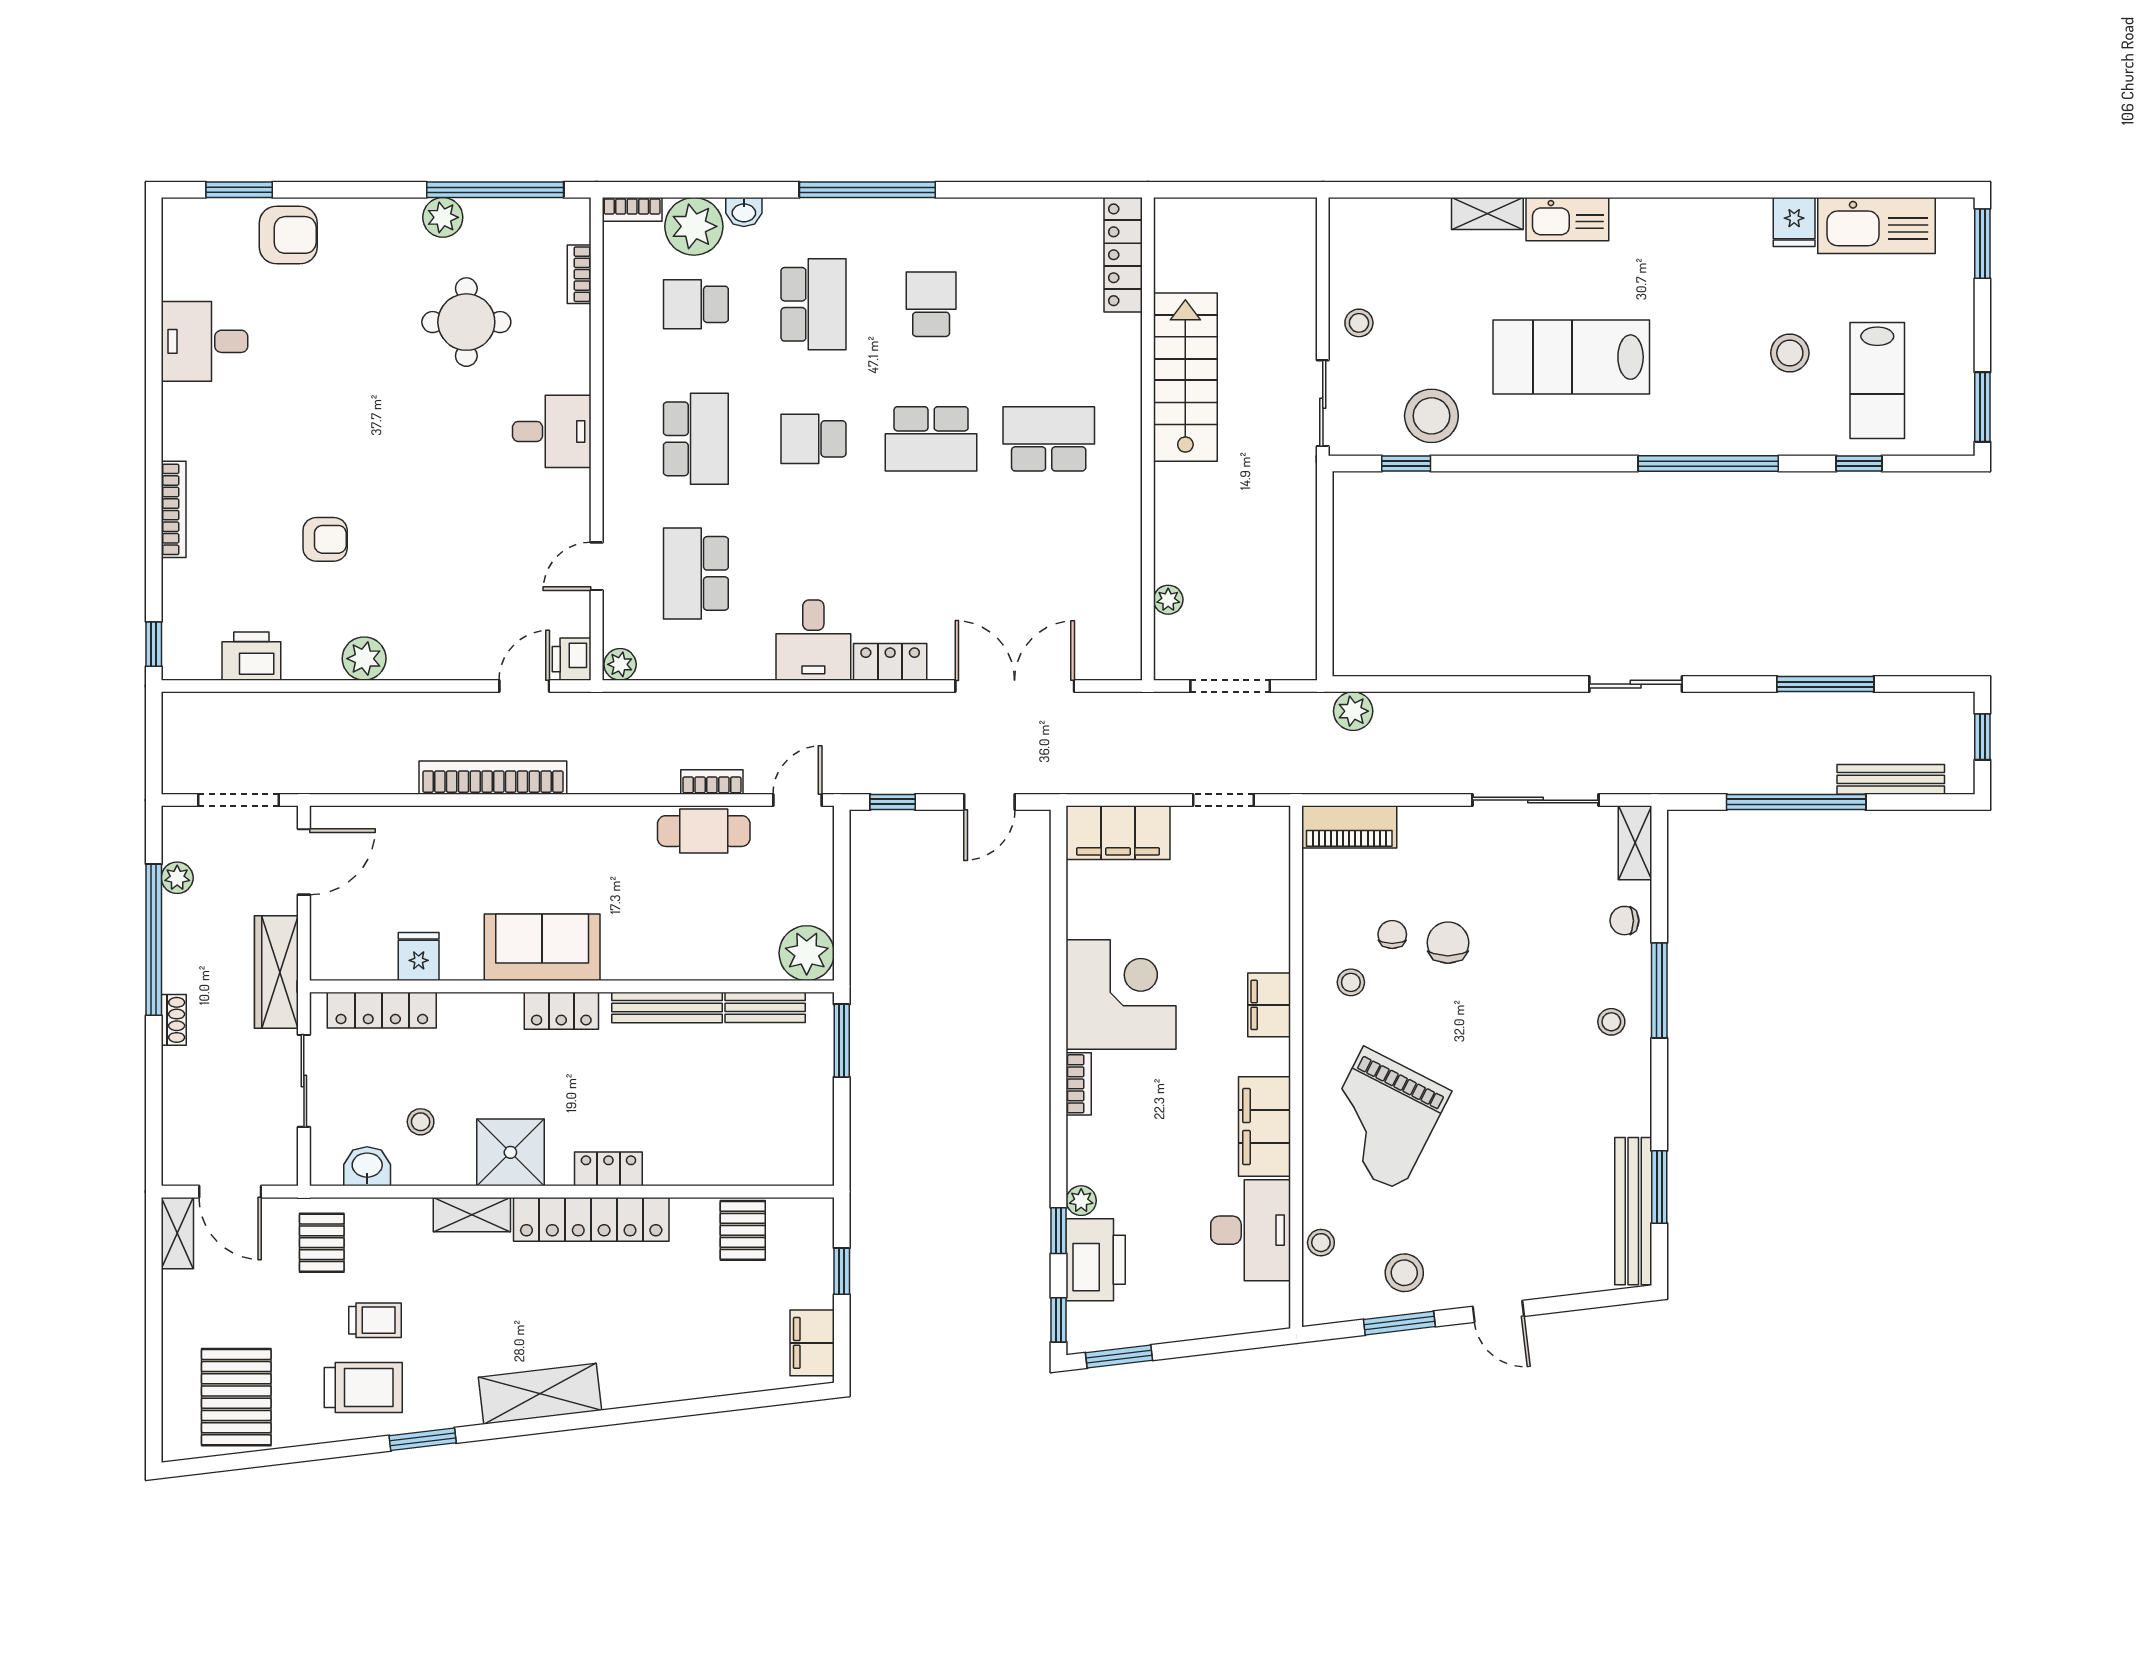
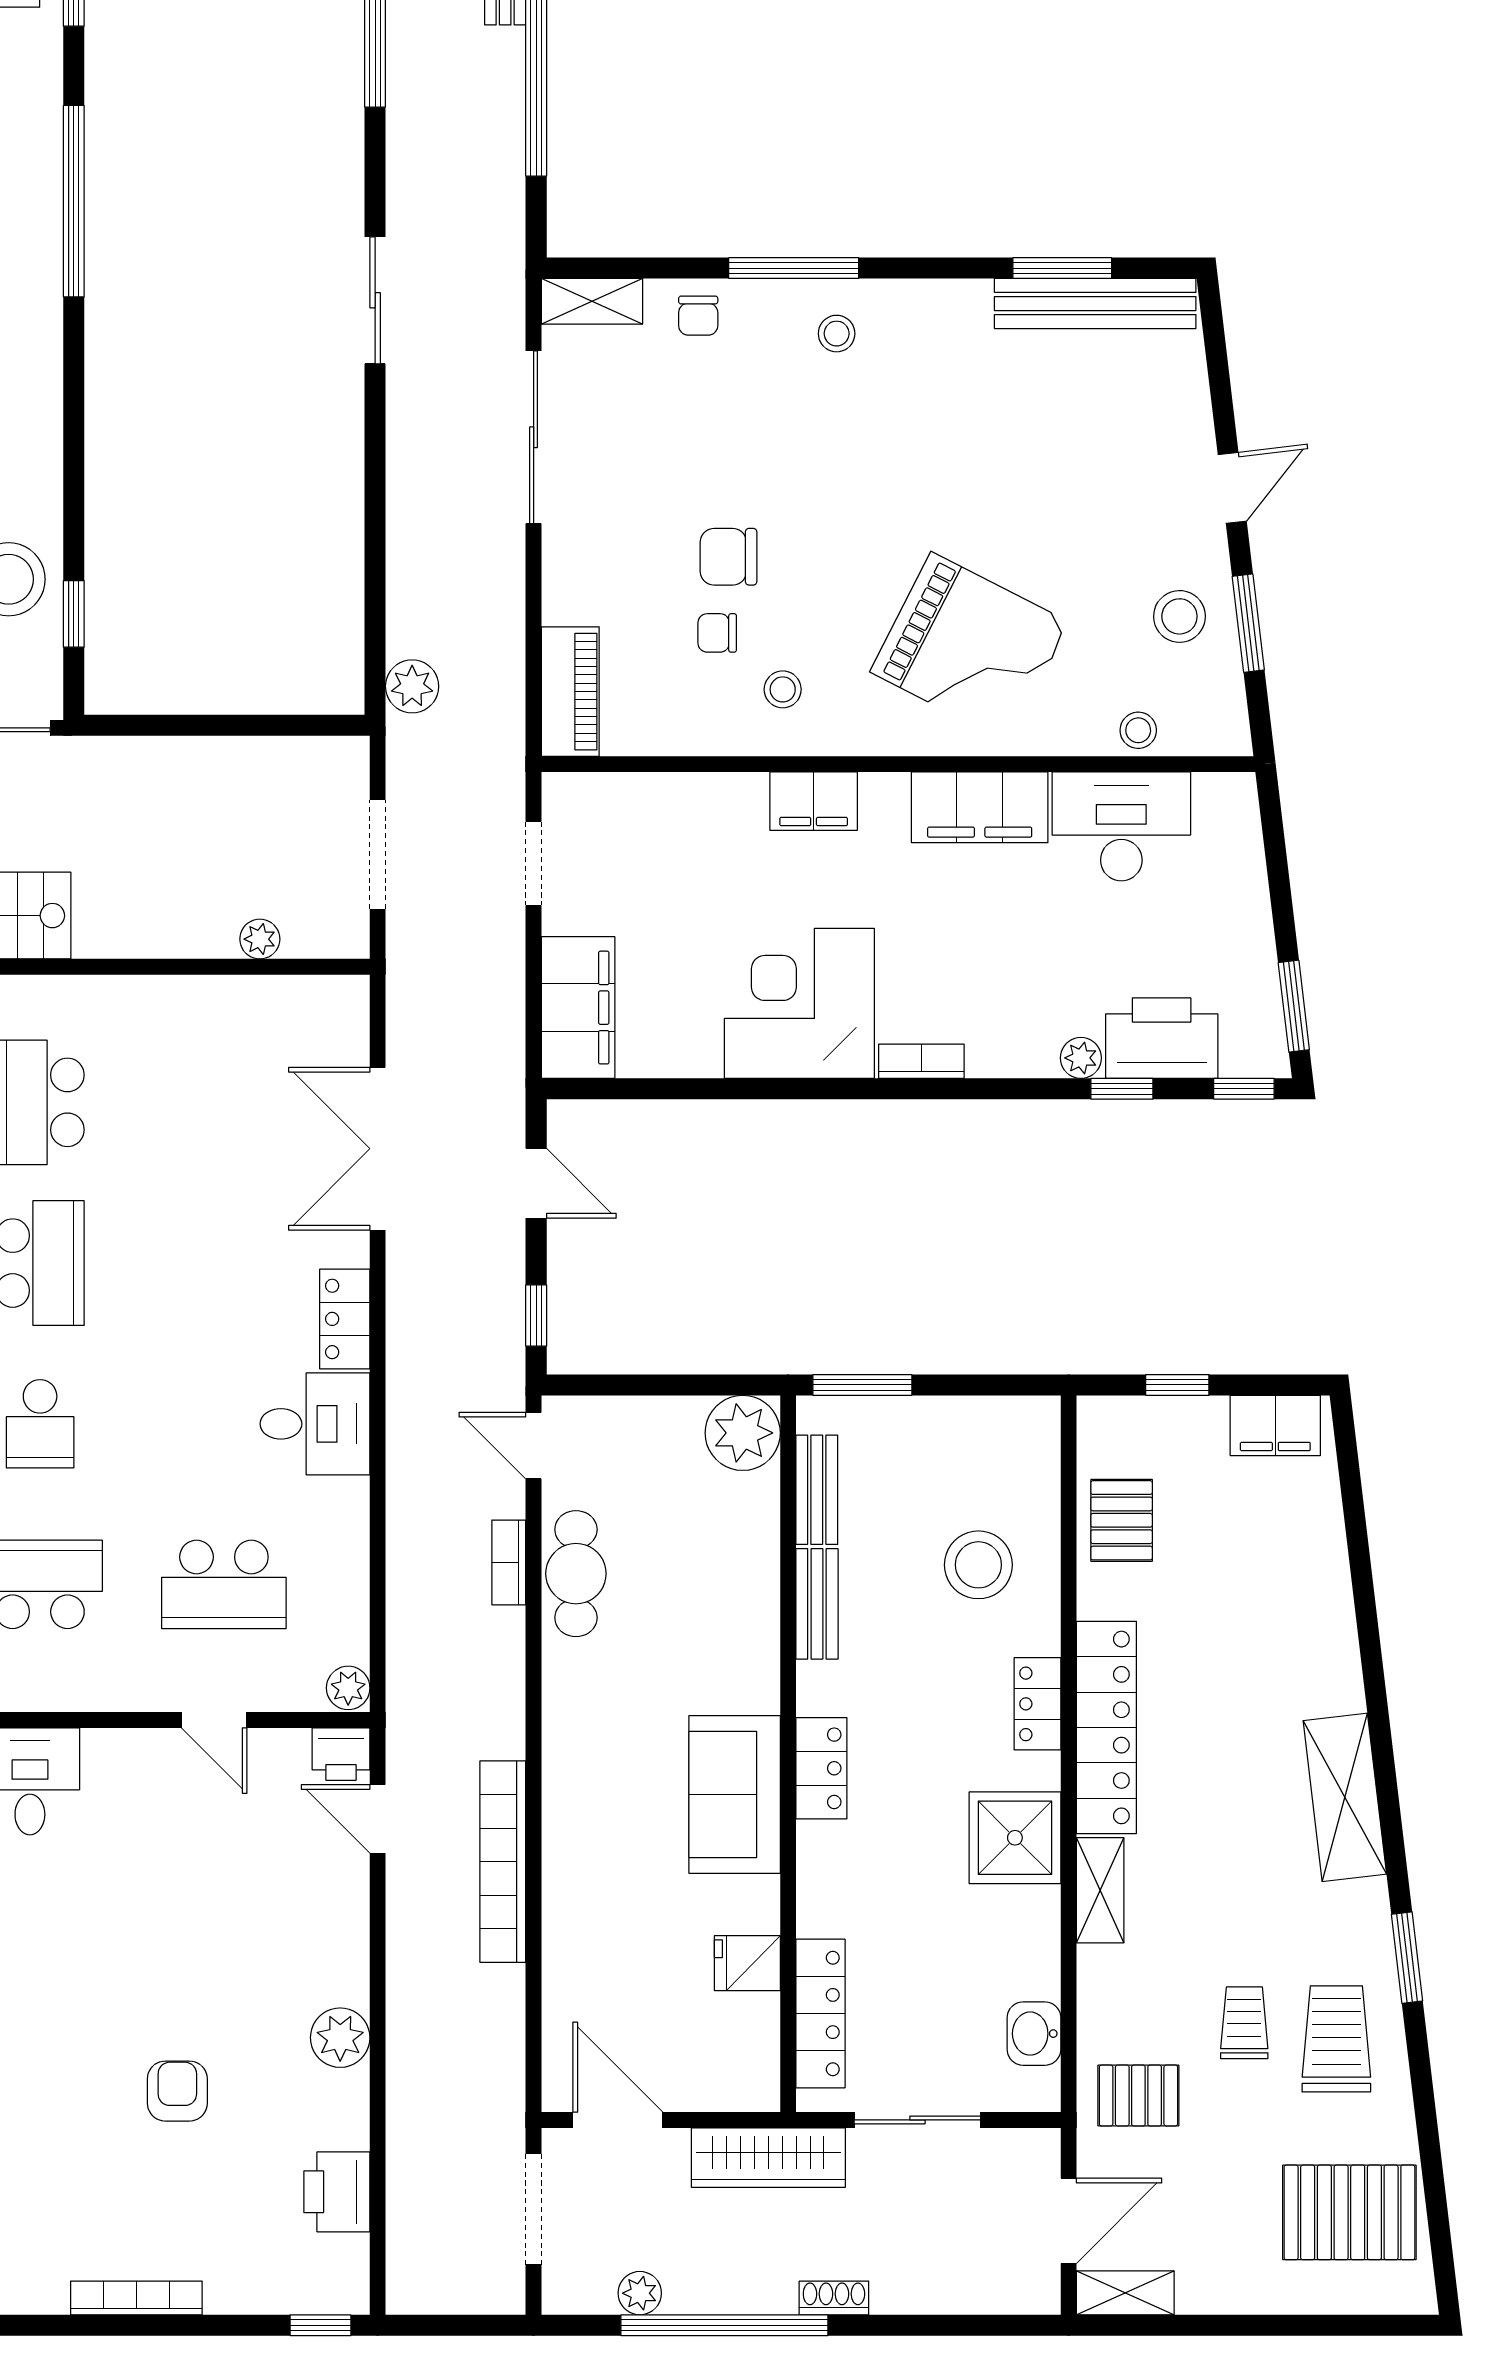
bench: (667, 1007) -> (817, 1604), width x0.73
stool: (421, 1122) -> (978, 1565), moved, width x1.89, depth x1.89
pallet: (743, 1230) -> (1122, 1520), turned 90

